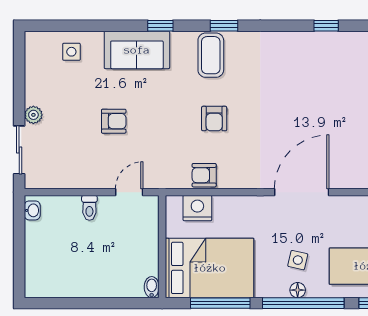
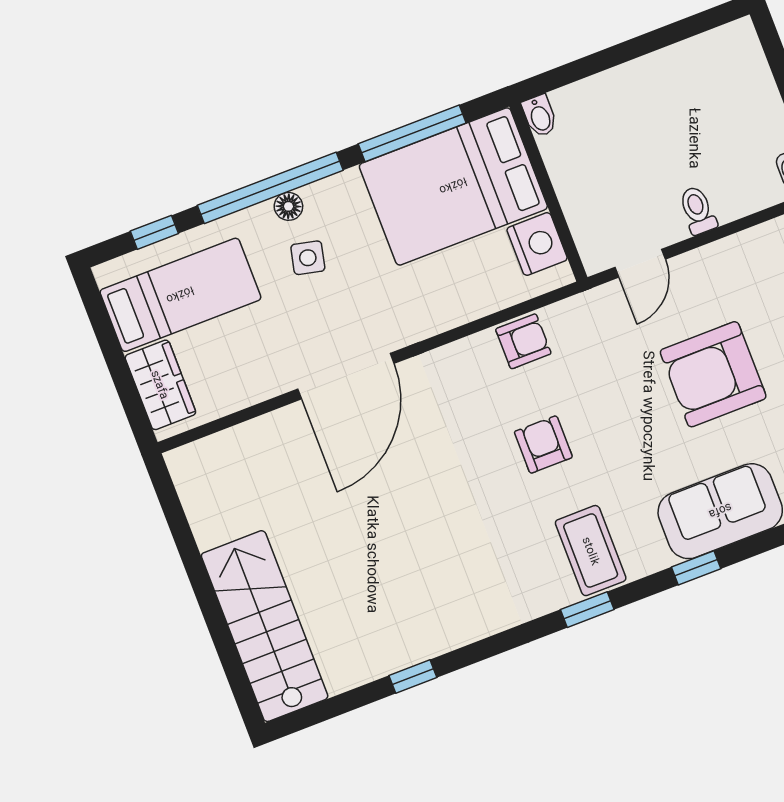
armchair: (114, 121) -> (713, 374), width x1.88, depth x1.88
nightstand: (197, 208) -> (537, 244), moved, turned -90

